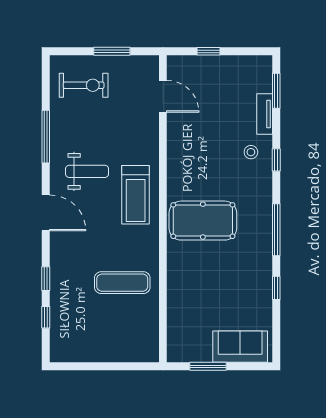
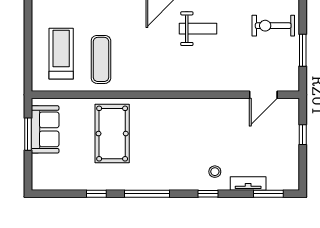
exercise bike: (84, 85) -> (273, 26), turned 90
weight bench: (87, 171) -> (198, 29), turned -90
treadmill: (136, 195) -> (61, 54), moved, turned 90
pool table: (203, 221) -> (112, 134), moved
sofa: (240, 347) -> (45, 129), moved

